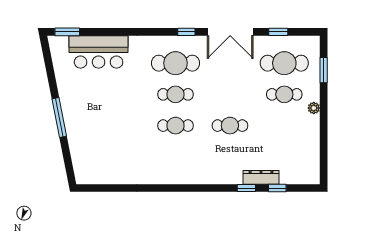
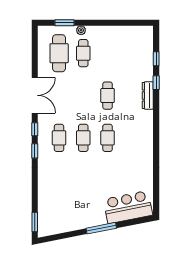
window: (278, 32) -> (35, 151), moved
bar counter: (99, 52) -> (128, 207), moved, turned -101
cafe table: (176, 63) -> (59, 138), width x0.73, depth x0.74
plant: (314, 108) -> (81, 30), moved
dresser: (261, 177) -> (148, 95), moved

